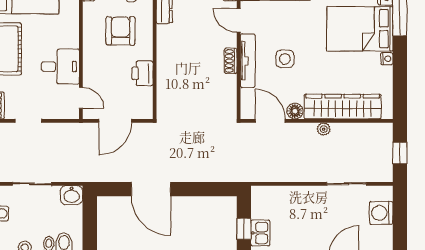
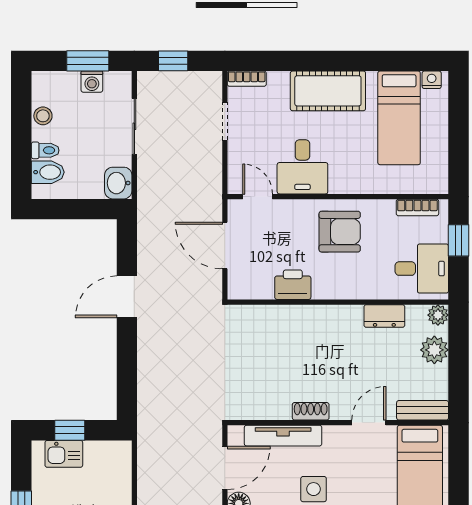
armchair: (121, 31) -> (340, 232), moved
tv unit: (248, 61) -> (283, 436), moved
door: (81, 98) -> (258, 197), swing flipped
door: (151, 189) -> (127, 297), width x0.73

